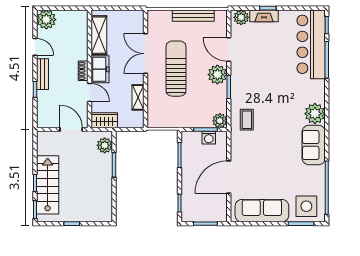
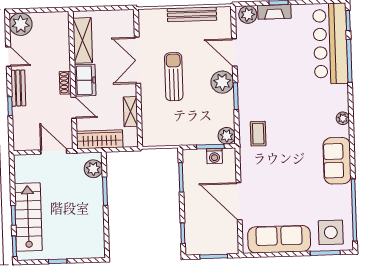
sun lounger: (176, 69) -> (174, 77), width x0.73, depth x0.75
plant: (315, 114) -> (343, 118), width x0.53, depth x0.53
wardrobe: (104, 120) -> (100, 139), width x1.50
door: (229, 177) -> (239, 201), hinge flipped

